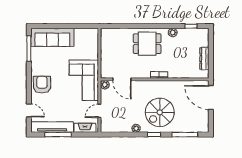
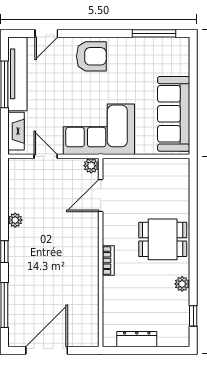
sofa: (52, 37) -> (174, 114), moved
dining table: (147, 44) -> (163, 239), turned 90
door: (211, 97) -> (47, 350), moved
spiral stairs: (160, 112) -> (43, 261), removed

